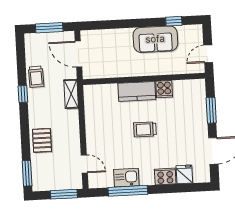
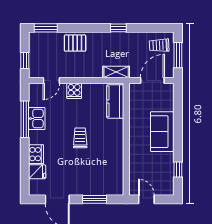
sofa: (155, 39) -> (162, 132), moved
trolley: (36, 77) -> (159, 45), moved
cooker: (164, 89) -> (74, 91), moved, turned -90
kitchen counter: (137, 91) -> (115, 101), moved
window: (64, 194) -> (25, 61), width x0.67

